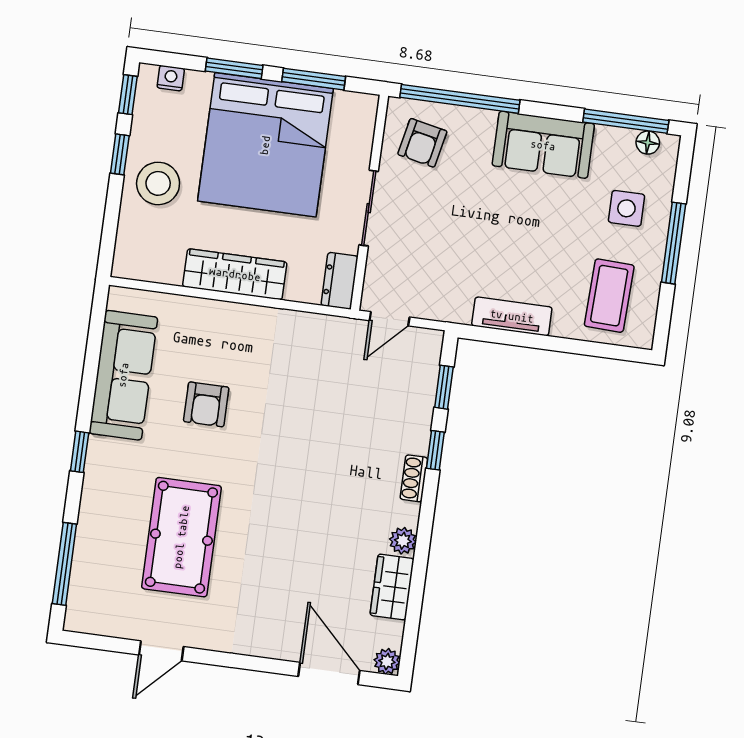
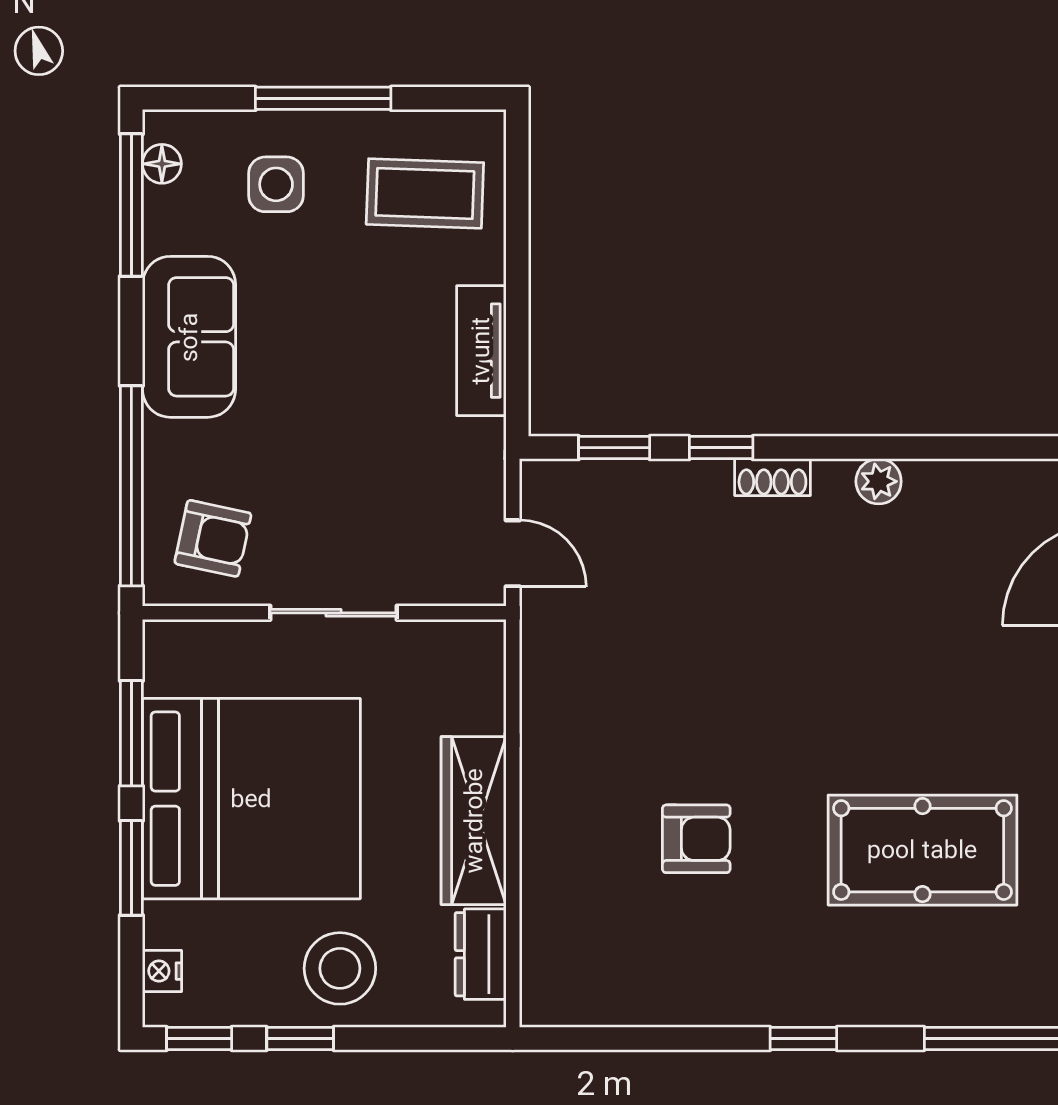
dresser: (340, 281) -> (481, 954), moved, turned 90
sofa: (123, 375) -> (666, 983), removed
wardrobe: (392, 587) -> (958, 489), removed

